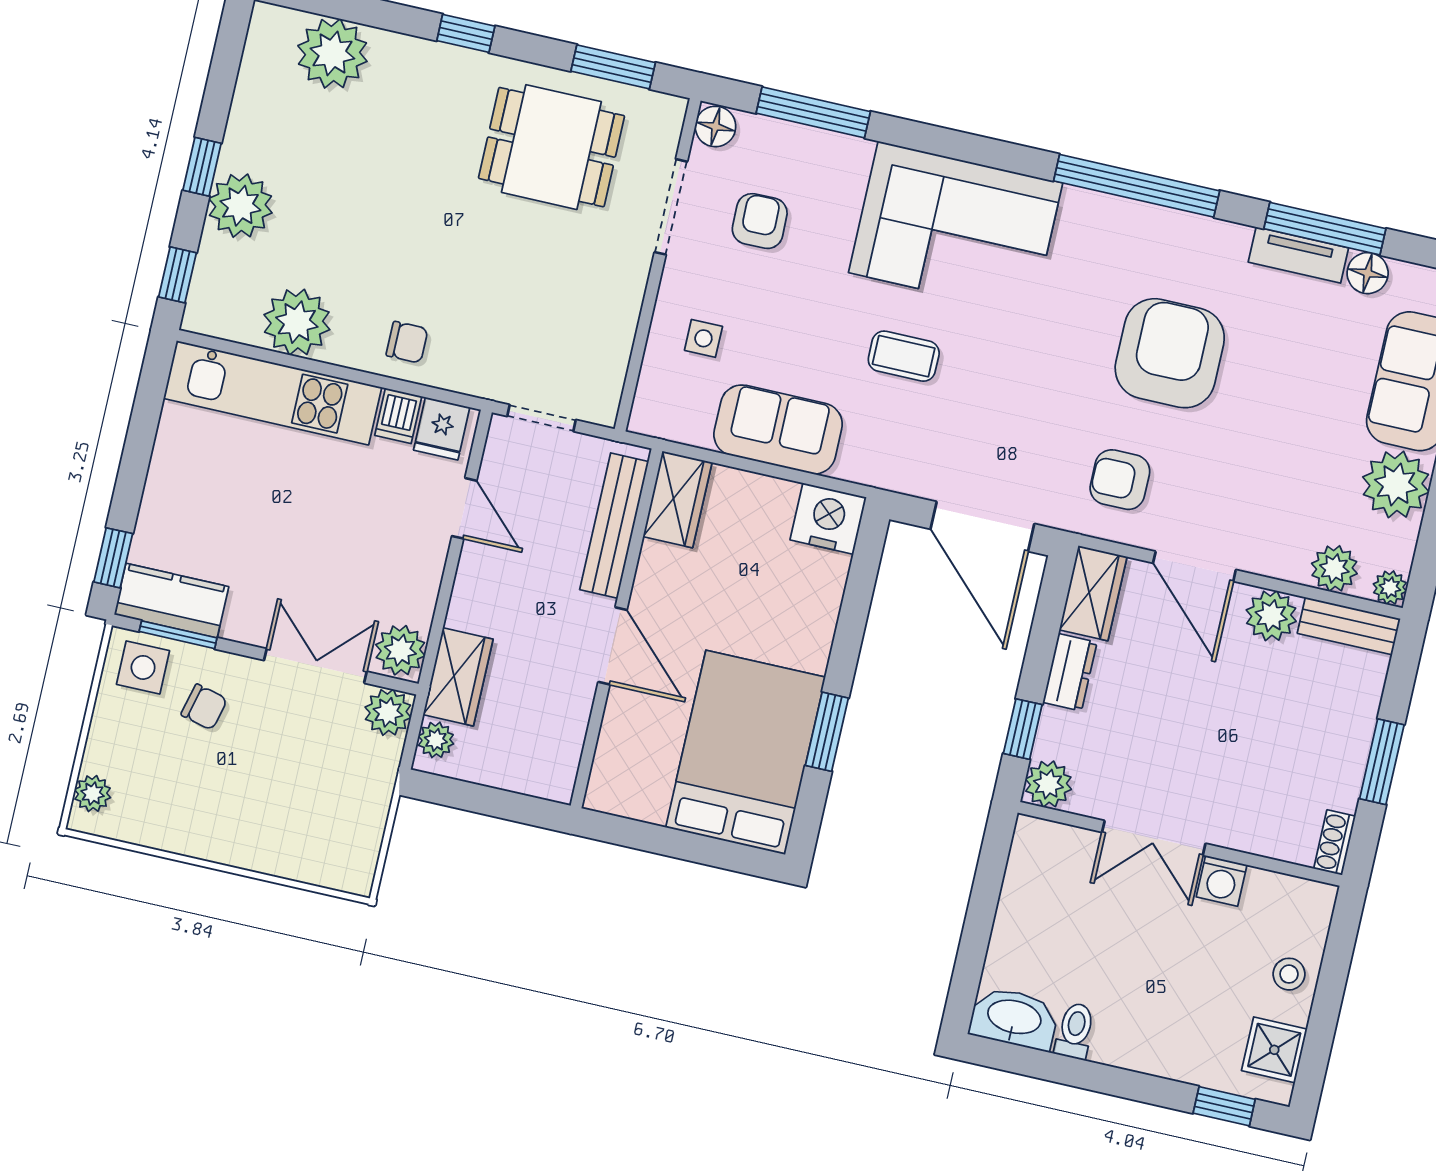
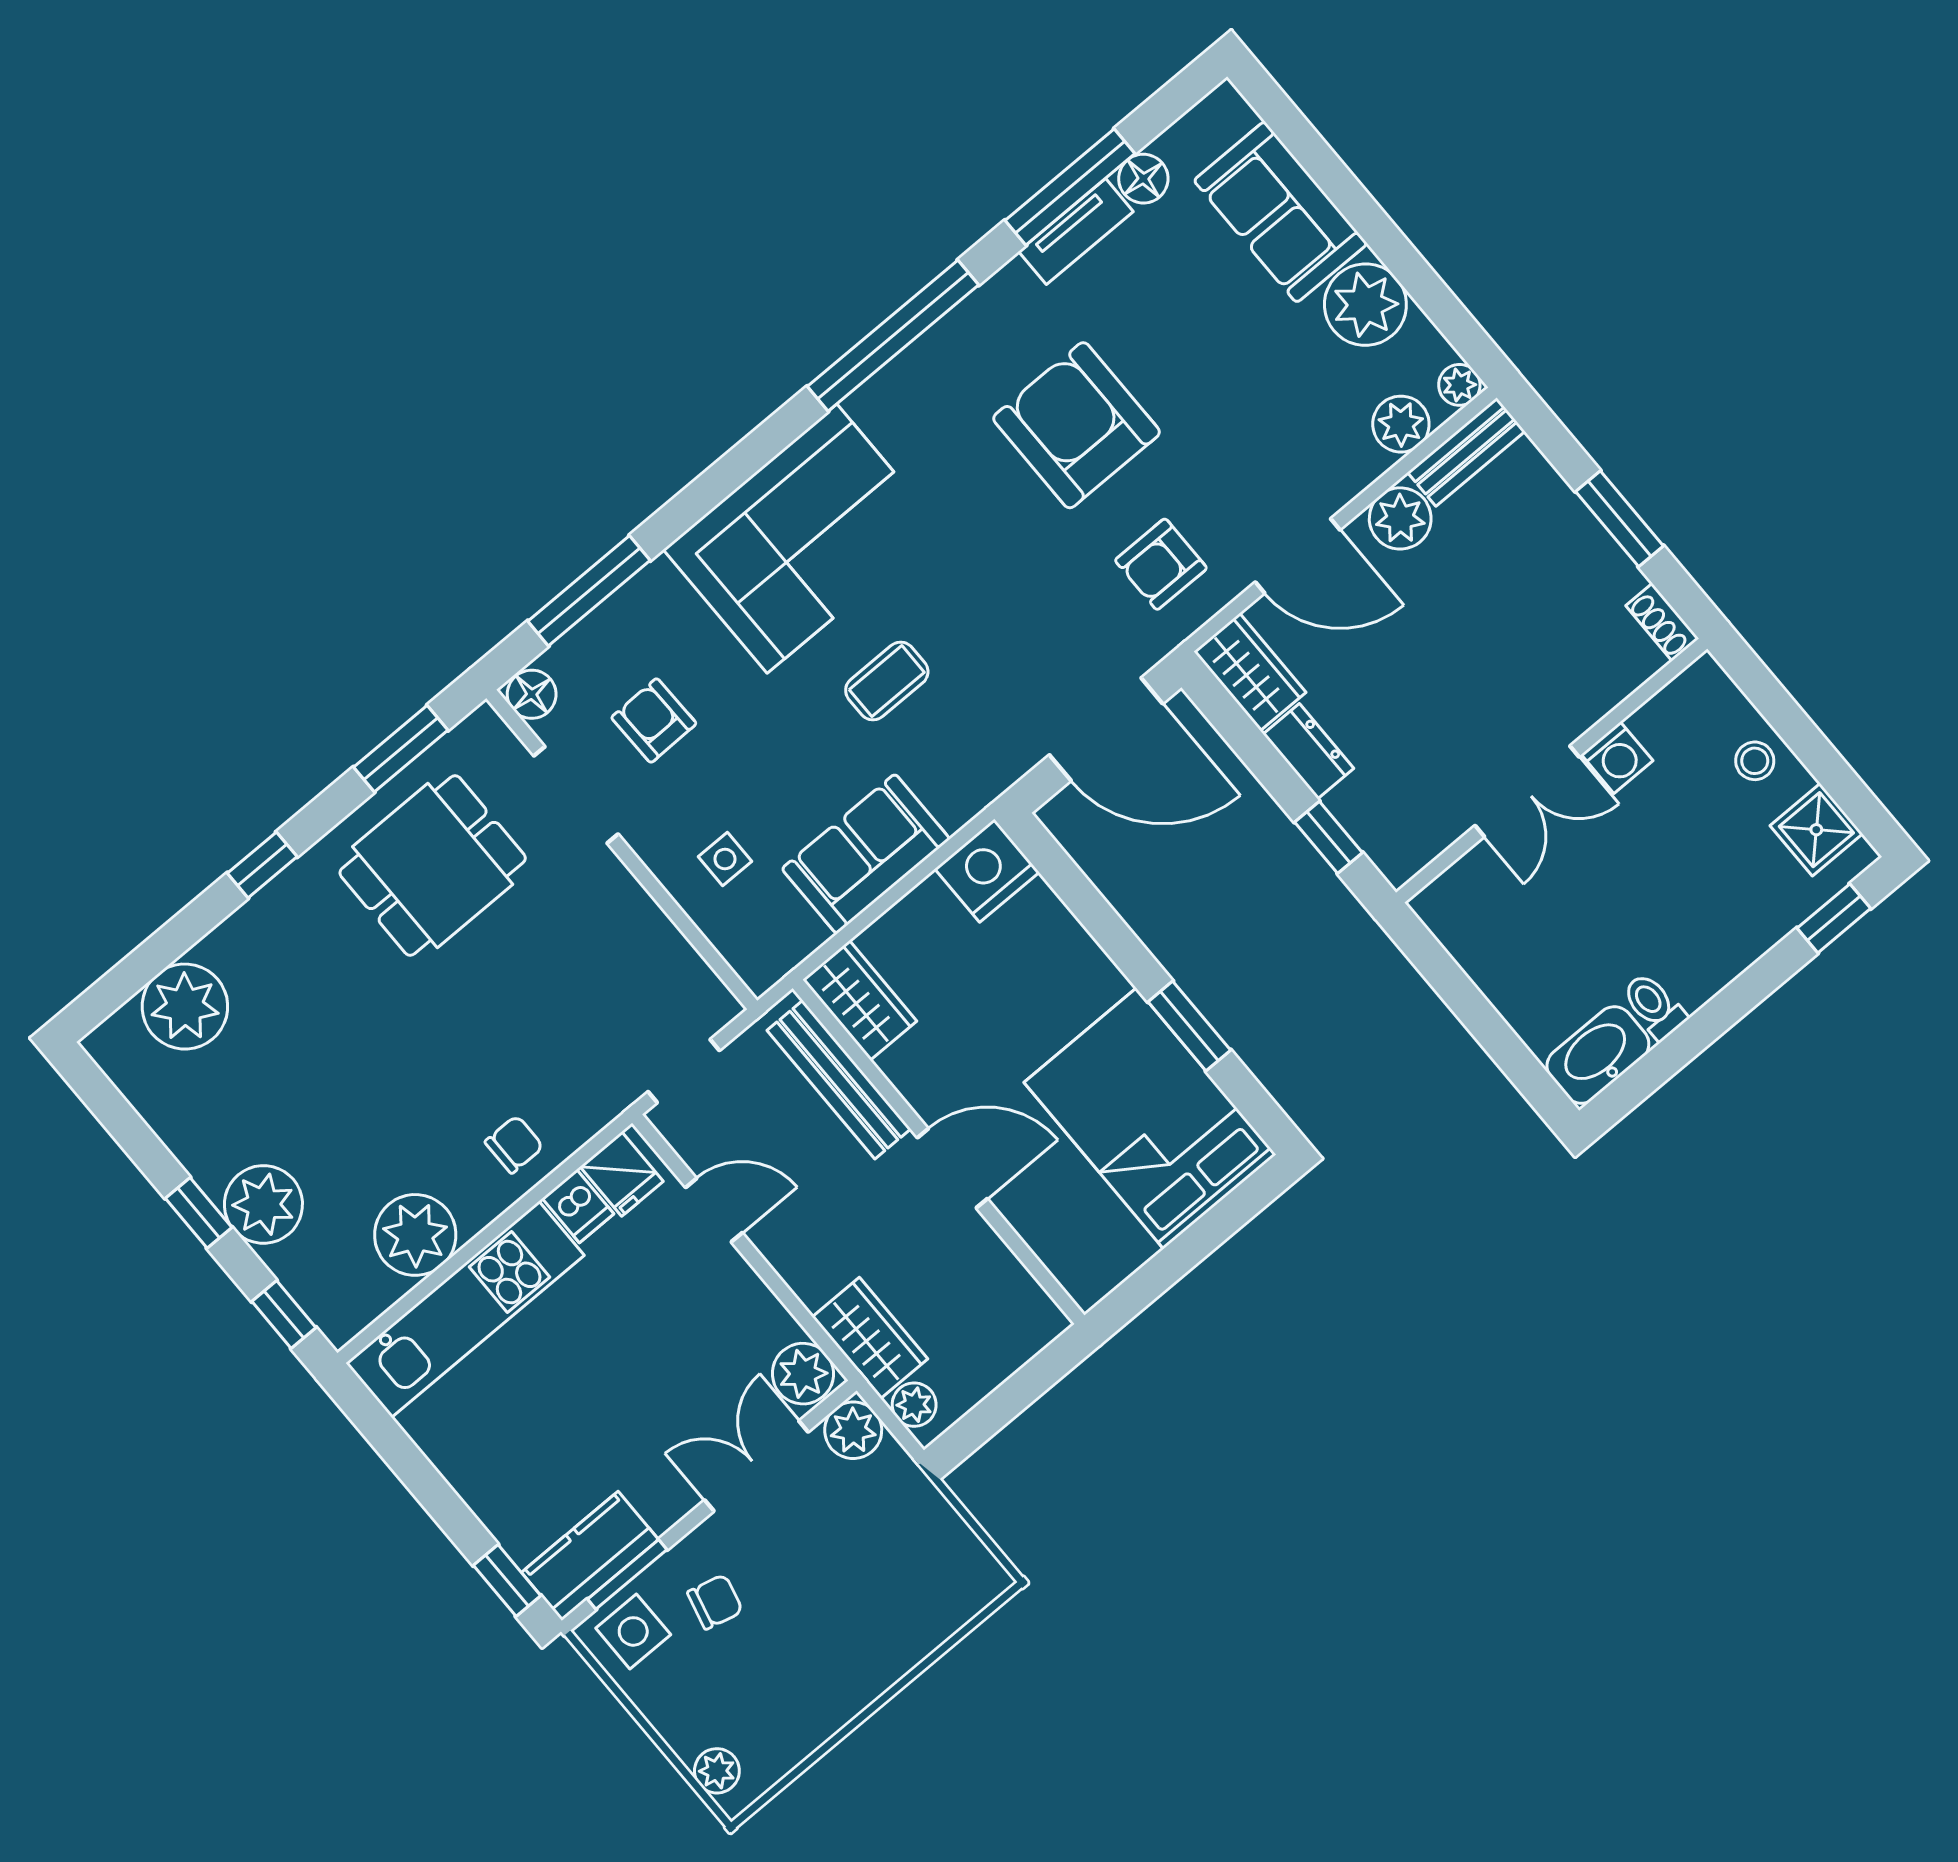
plant: (1048, 784) -> (1400, 853), removed

